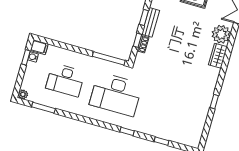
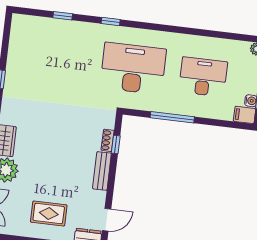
window: (144, 17) -> (112, 176), removed
window: (109, 58) -> (172, 117), moved
window: (43, 108) -> (226, 36), removed

